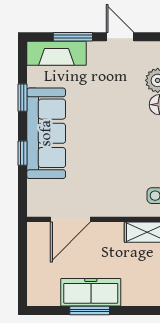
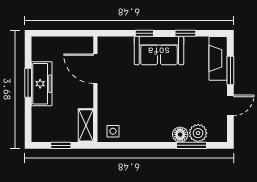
sofa: (46, 133) -> (159, 51), width x0.73

